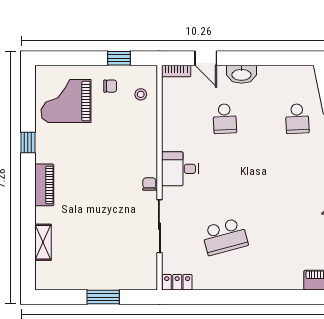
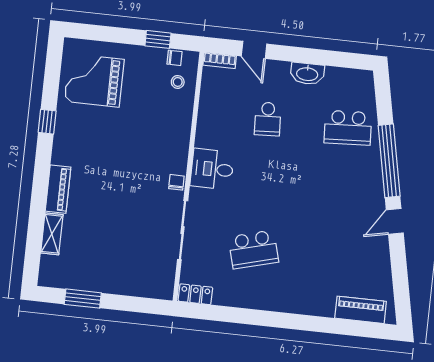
washbasin: (241, 74) -> (307, 74), moved
chair: (110, 86) -> (174, 58), moved
school desk: (297, 119) -> (348, 128), width x1.85
piano: (44, 185) -> (58, 189), moved
window: (103, 297) -> (83, 299), moved

